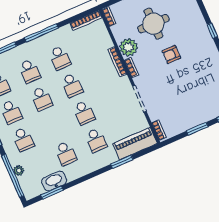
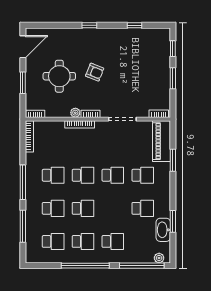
plant: (129, 47) -> (75, 113), width x0.53, depth x0.53
armchair: (171, 54) -> (95, 72), turned -68
plant: (19, 170) -> (159, 258), moved
window: (52, 193) -> (173, 221), moved

